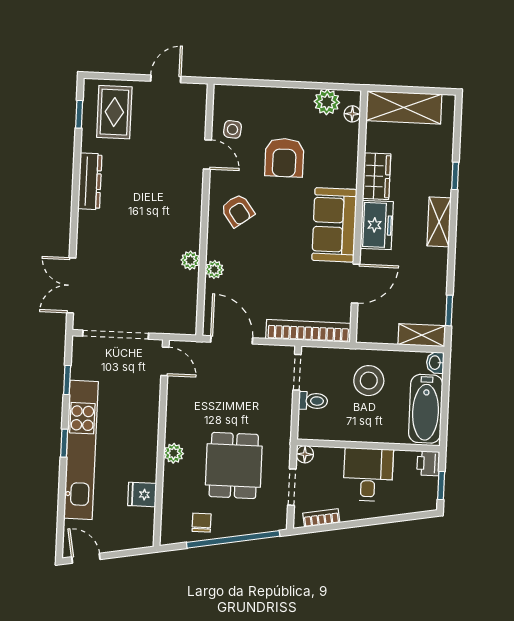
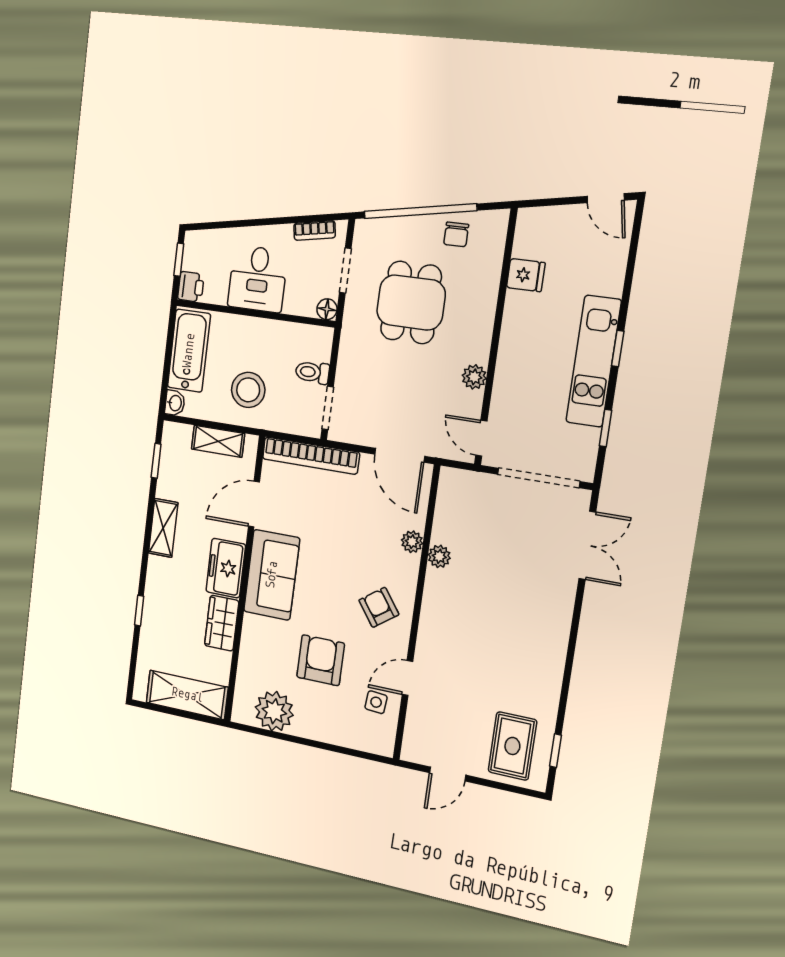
plant: (327, 102) -> (274, 711), width x1.36, depth x1.36
floor lamp: (352, 114) -> (242, 697), removed
door: (207, 154) -> (407, 678), hinge flipped
dresser: (90, 181) -> (551, 669), removed
shelving: (439, 222) -> (163, 528), moved
shelving: (422, 335) -> (218, 441), moved
kitchen unit: (81, 450) -> (594, 361), width x0.73
plant: (174, 453) -> (474, 377), moved

